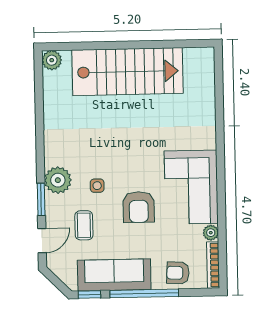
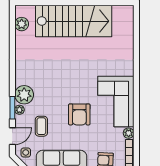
plant: (52, 60) -> (22, 24), moved
side table: (97, 186) -> (26, 152), moved
plant: (52, 202) -> (19, 110), added

